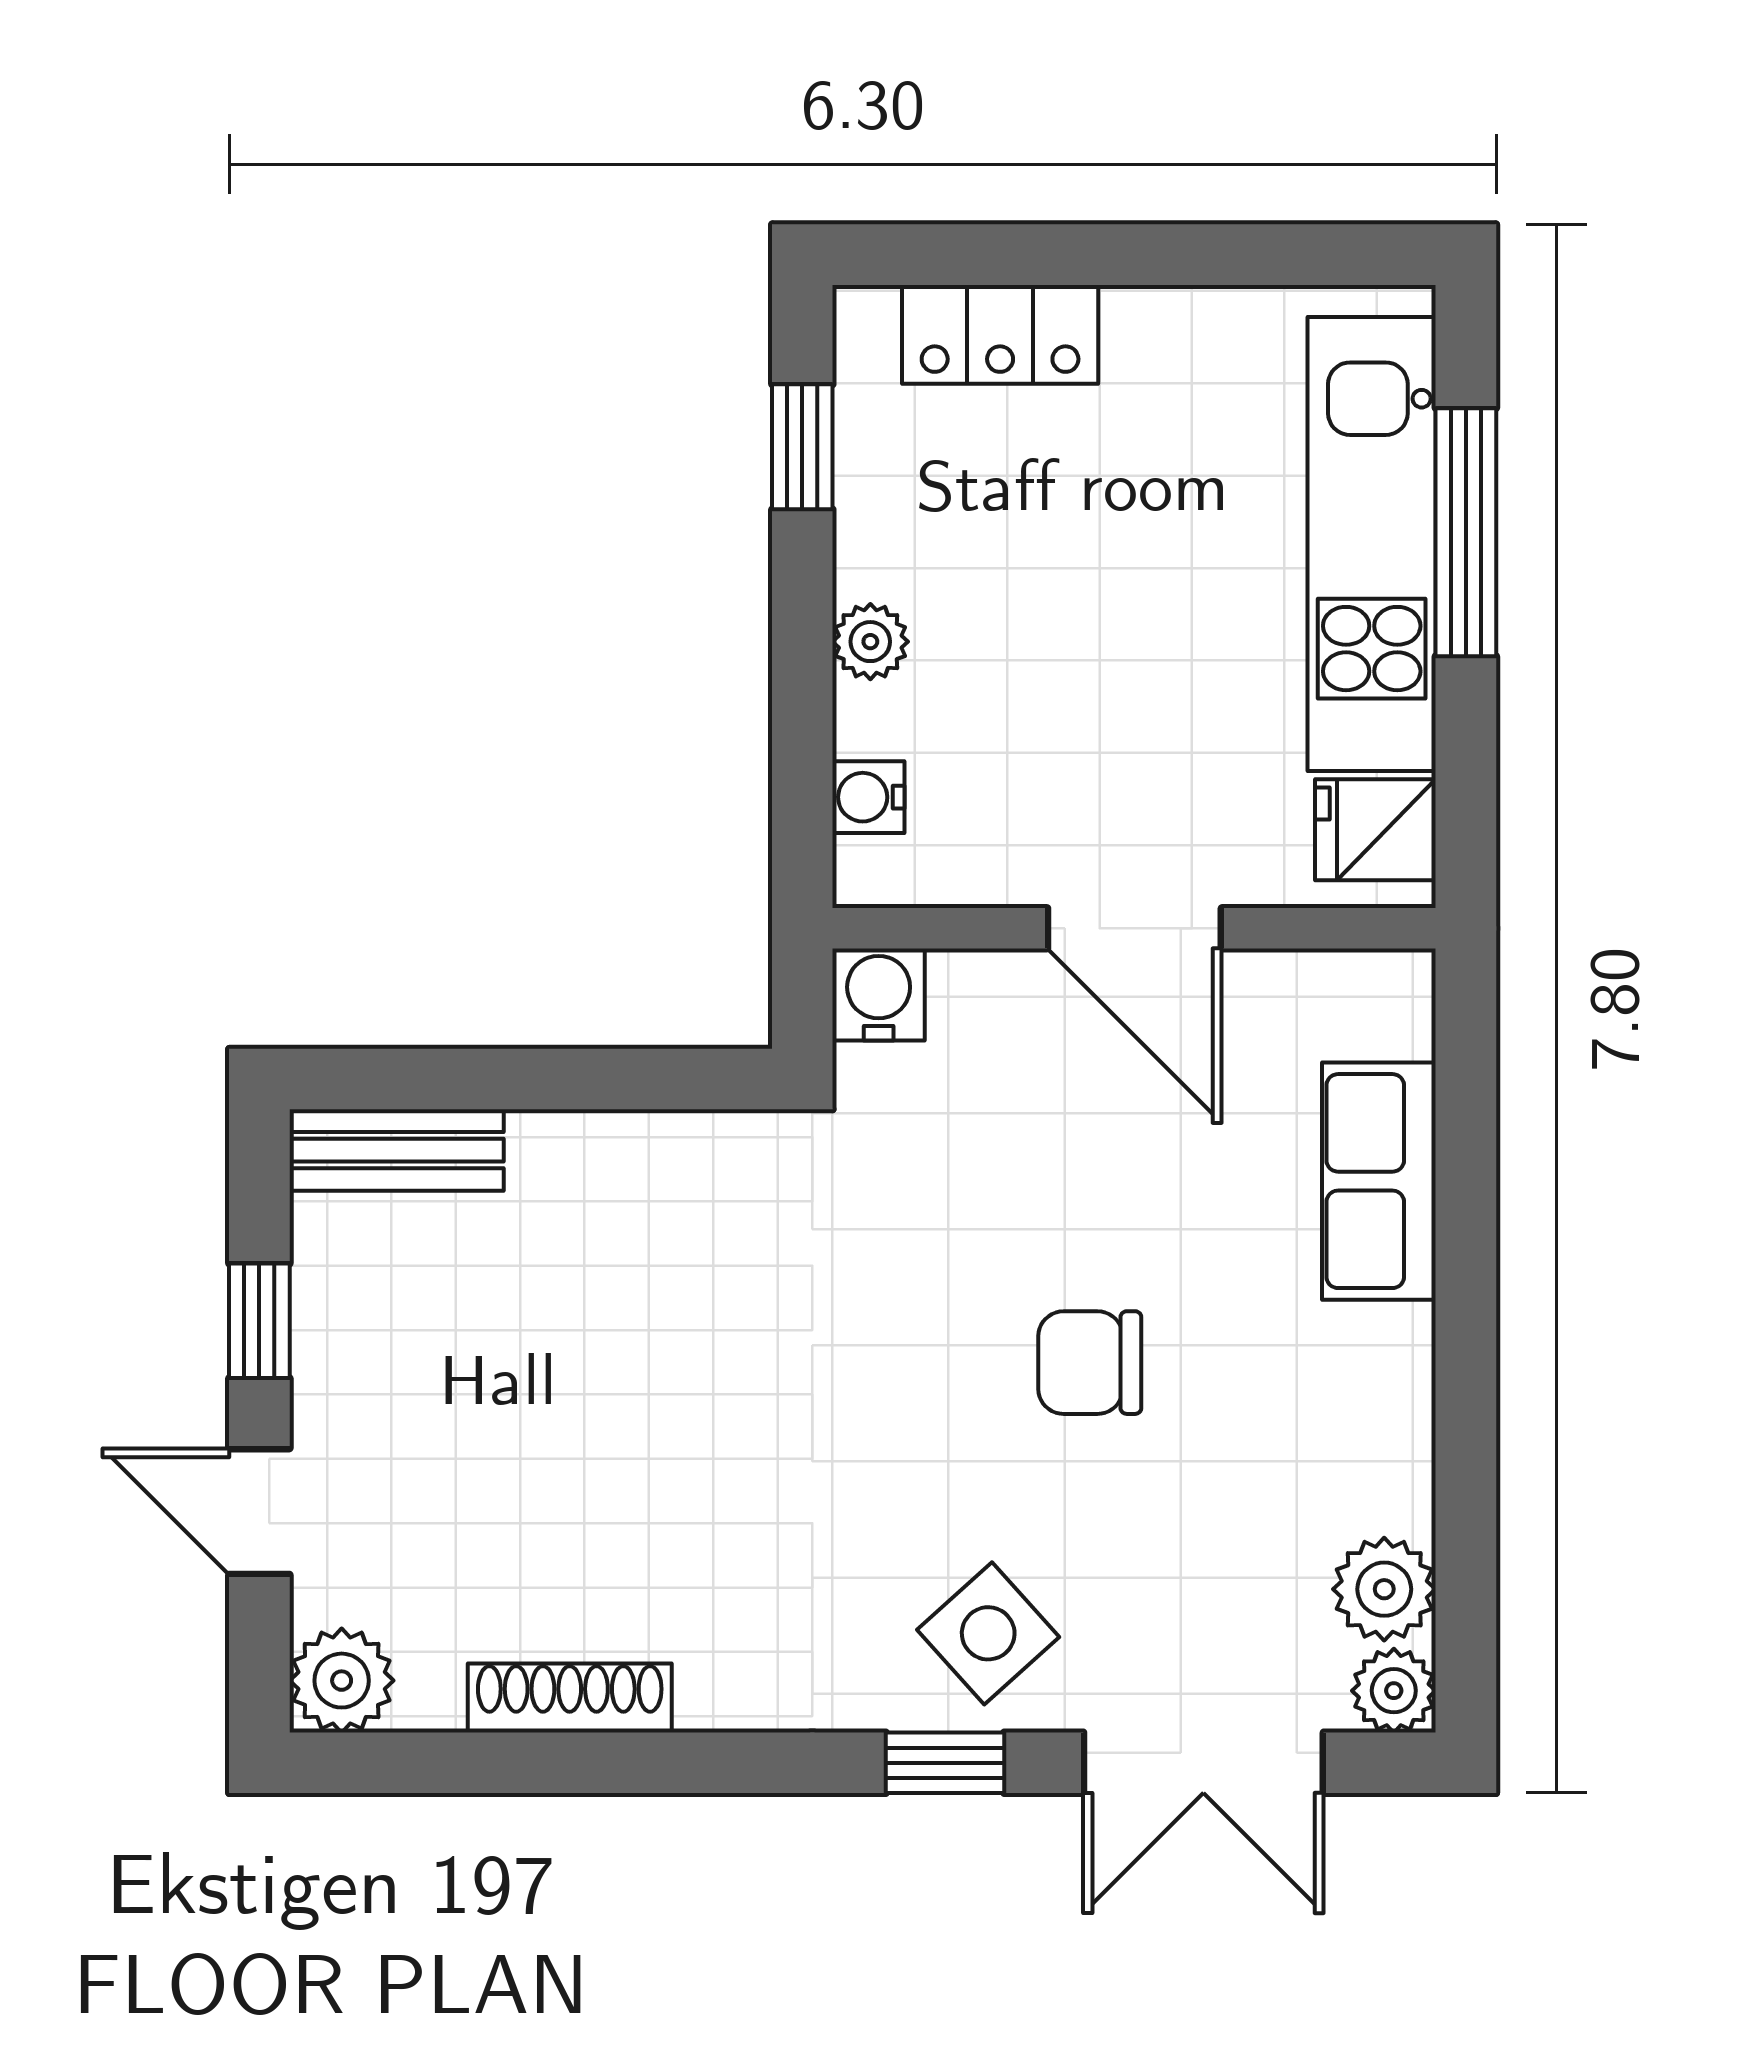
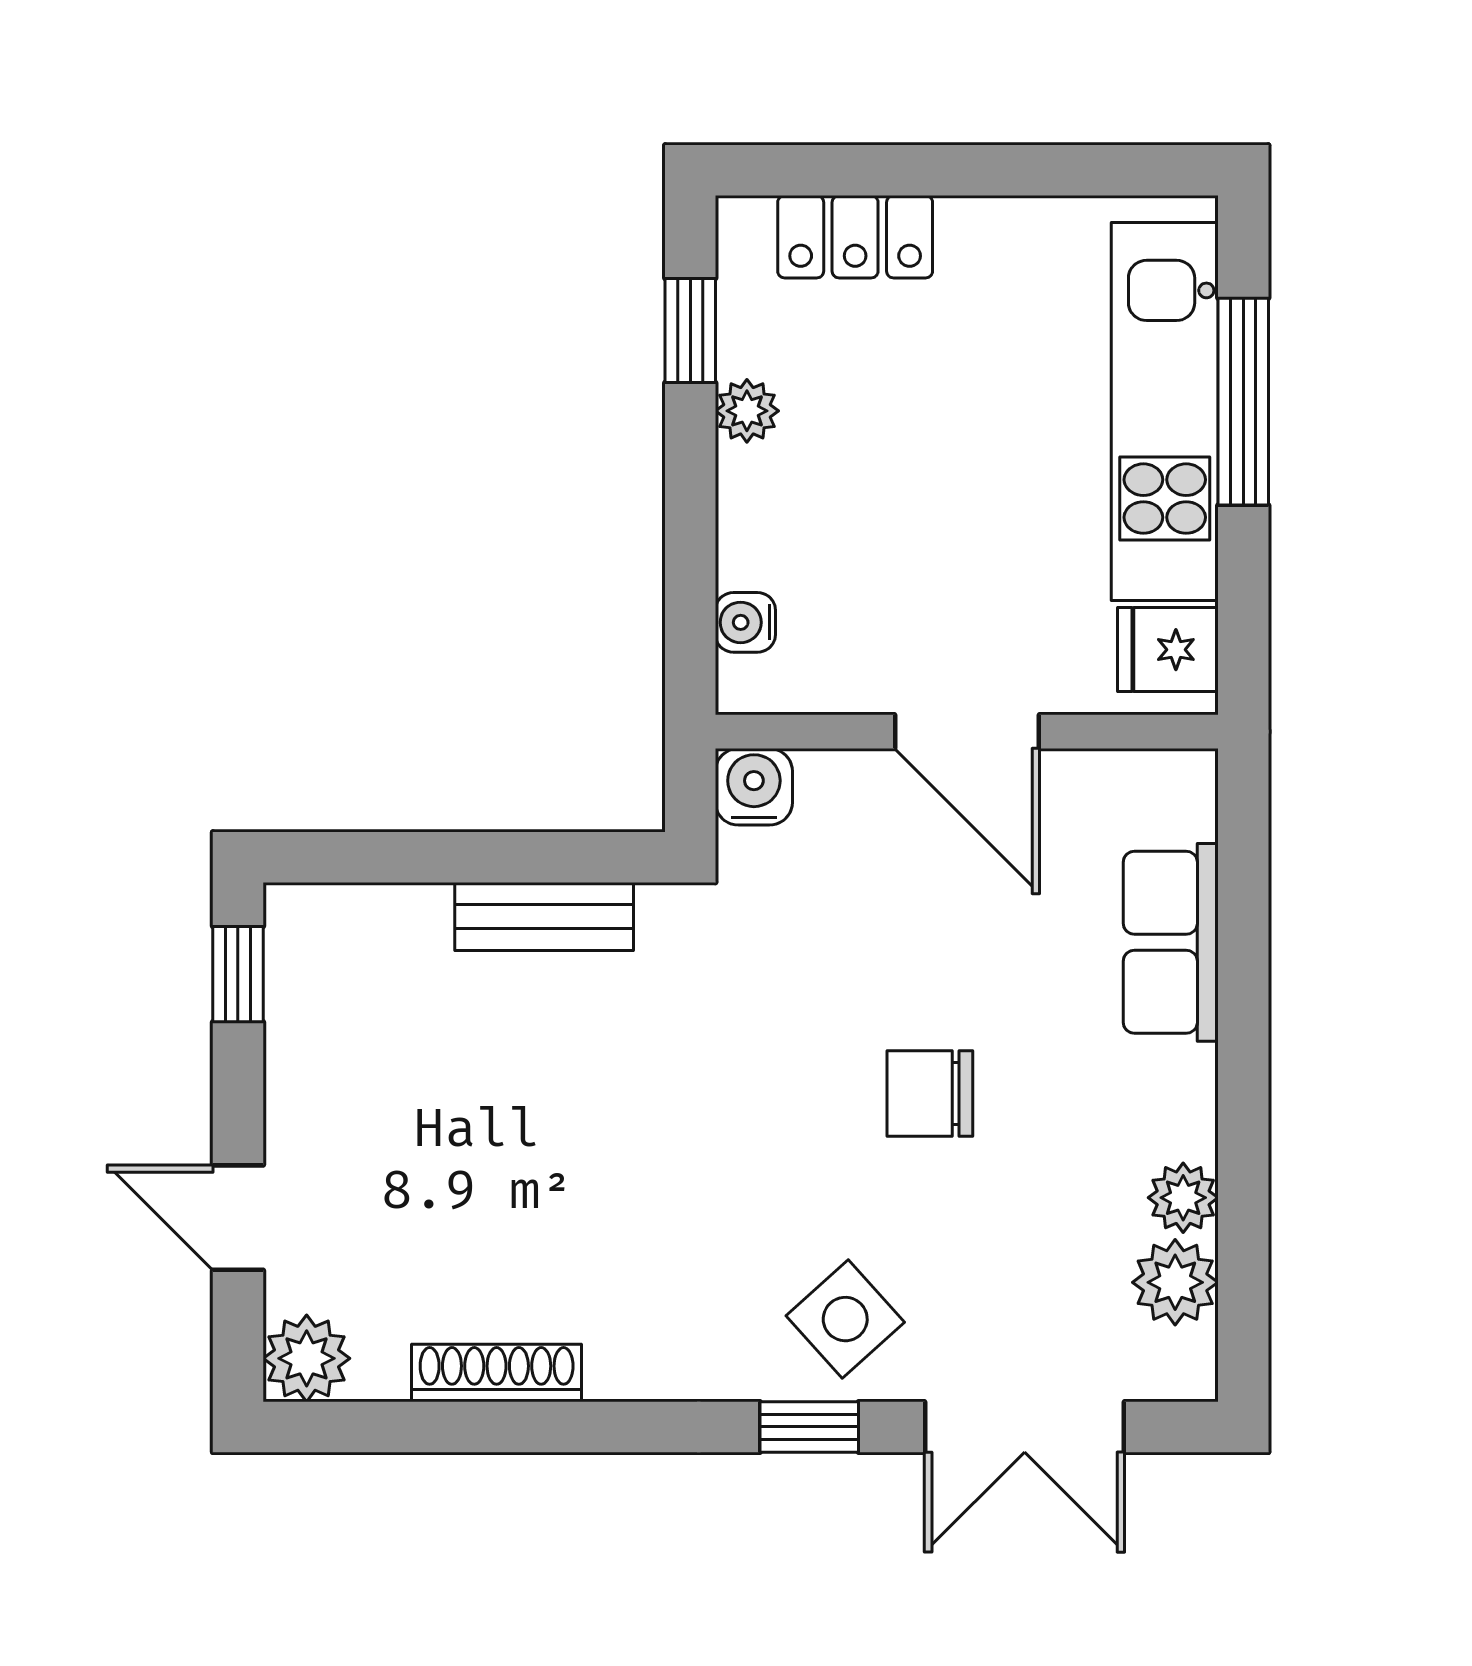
plant: (870, 642) -> (747, 411), moved
bench: (397, 1150) -> (544, 916), moved
window: (259, 1321) -> (238, 974), moved
plant: (1394, 1691) -> (1183, 1198), moved

